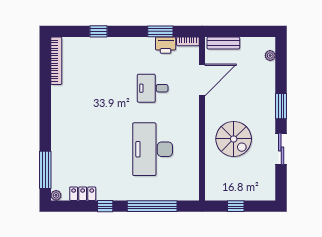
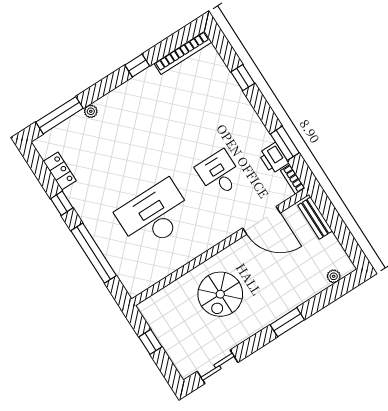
window: (45, 97) -> (137, 65), added
sliding door: (281, 149) -> (218, 367), moved
plant: (56, 195) -> (91, 111), moved

